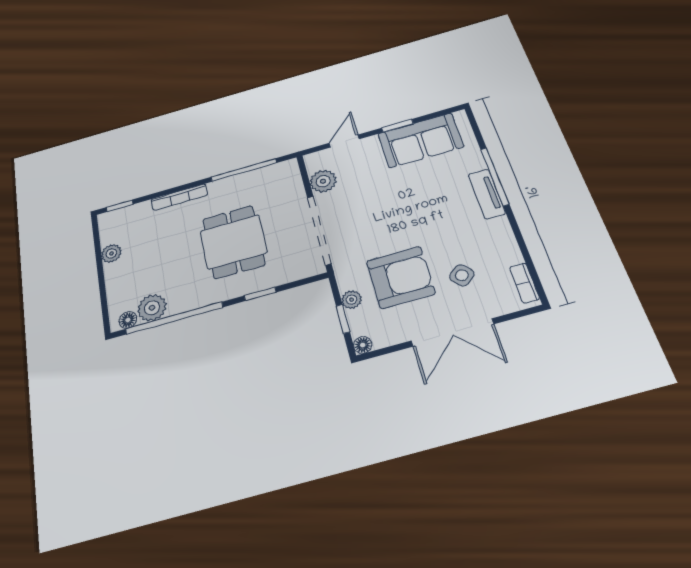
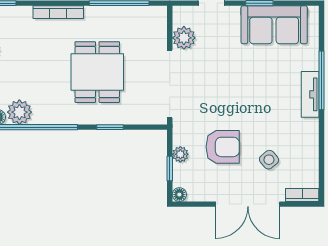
armchair: (401, 277) -> (223, 147), width x0.73, depth x0.73
bookcase: (524, 283) -> (302, 195), moved, turned 90

